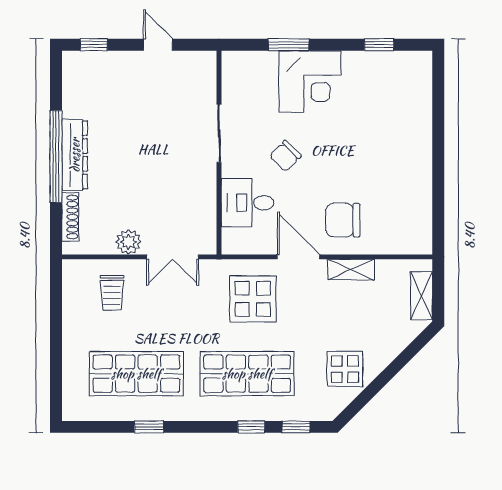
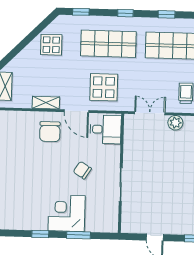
window: (379, 45) -> (40, 234), moved
chair: (285, 156) -> (82, 170), turned -103
desk: (248, 203) -> (106, 129), moved
chair: (343, 220) -> (50, 132), turned 90
window: (251, 427) -> (125, 13), moved

